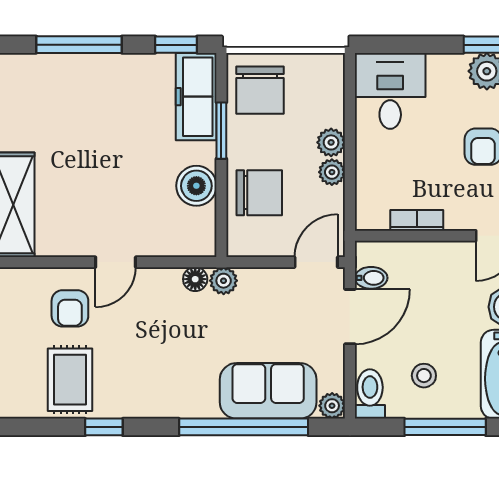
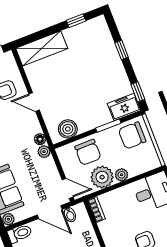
window: (79, 45) -> (122, 50), width x0.46
freezer: (196, 97) -> (124, 107), width x0.71
plant: (332, 172) -> (102, 177), width x1.87, depth x1.87
boiler: (196, 186) -> (68, 129), moved
bookcase: (417, 220) -> (96, 209), moved

